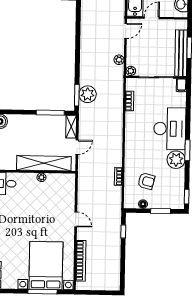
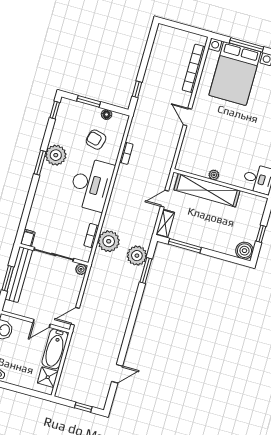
plant: (119, 60) -> (109, 241), moved, width x1.88, depth x1.88
window: (77, 95) -> (146, 271), moved
desk: (170, 129) -> (91, 184), moved, turned 180

